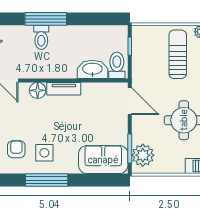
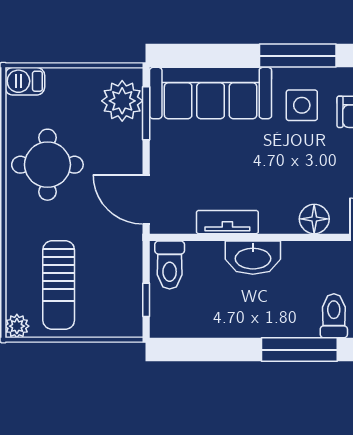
toilet: (41, 37) -> (334, 316), moved
washbasin: (92, 69) -> (253, 258), moved
tv unit: (64, 89) -> (227, 222), moved
sofa: (103, 160) -> (211, 93), width x1.36

